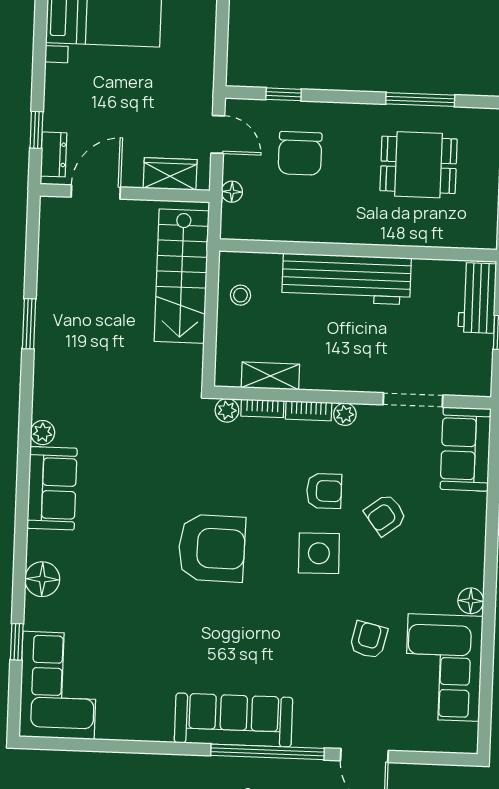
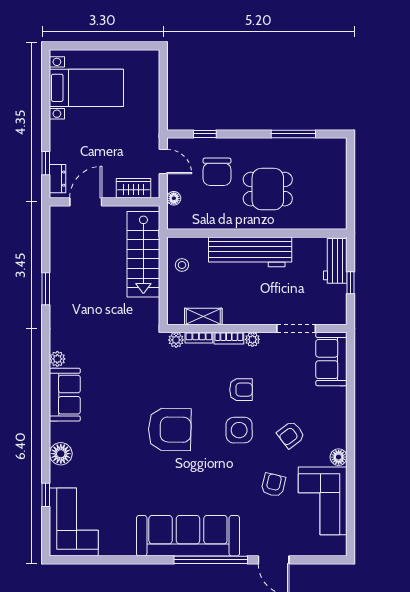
dining table: (419, 165) -> (268, 189), moved
armchair: (385, 515) -> (291, 435), moved
sofa: (233, 720) -> (188, 536), width x1.36, depth x1.27

